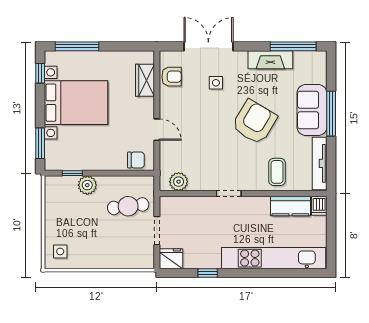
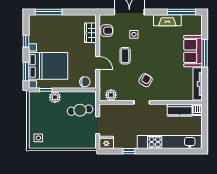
window: (40, 73) -> (26, 41), moved
bed with nightstands: (76, 103) -> (48, 66), moved
armchair: (254, 122) -> (146, 80), moved, width x0.53, depth x0.53
coffee table: (277, 172) -> (125, 56), moved

